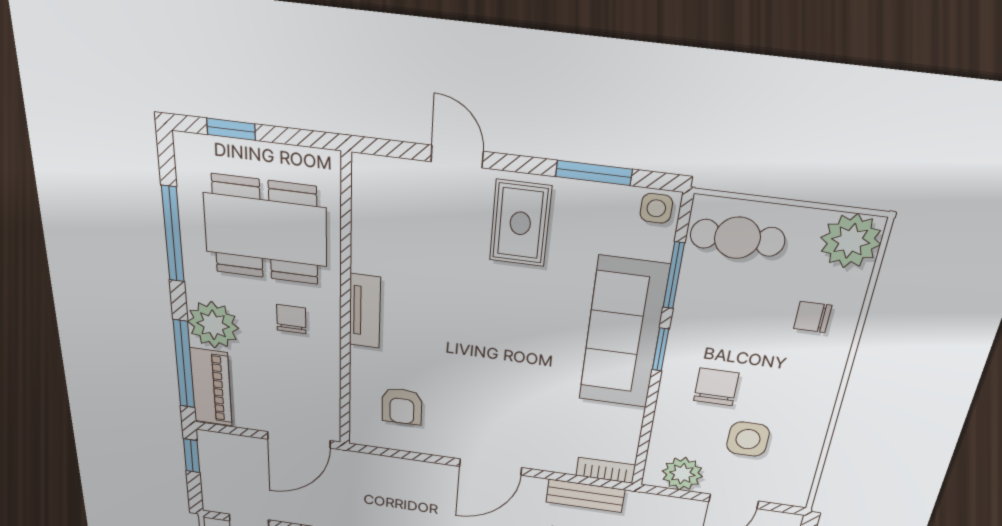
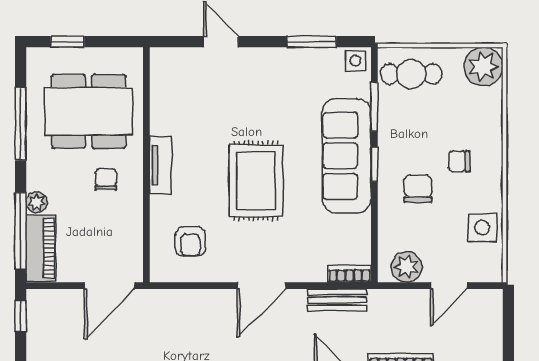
rug: (520, 223) -> (256, 181), moved, width x1.36, depth x1.43
chair: (813, 317) -> (459, 161), moved
plant: (213, 325) -> (37, 202), width x0.53, depth x0.53
side table: (748, 439) -> (482, 227), moved

